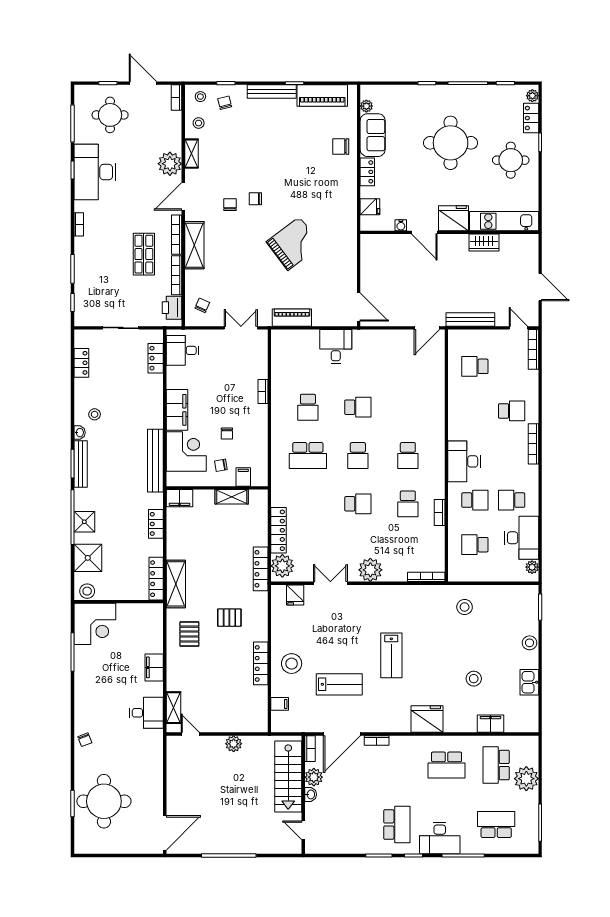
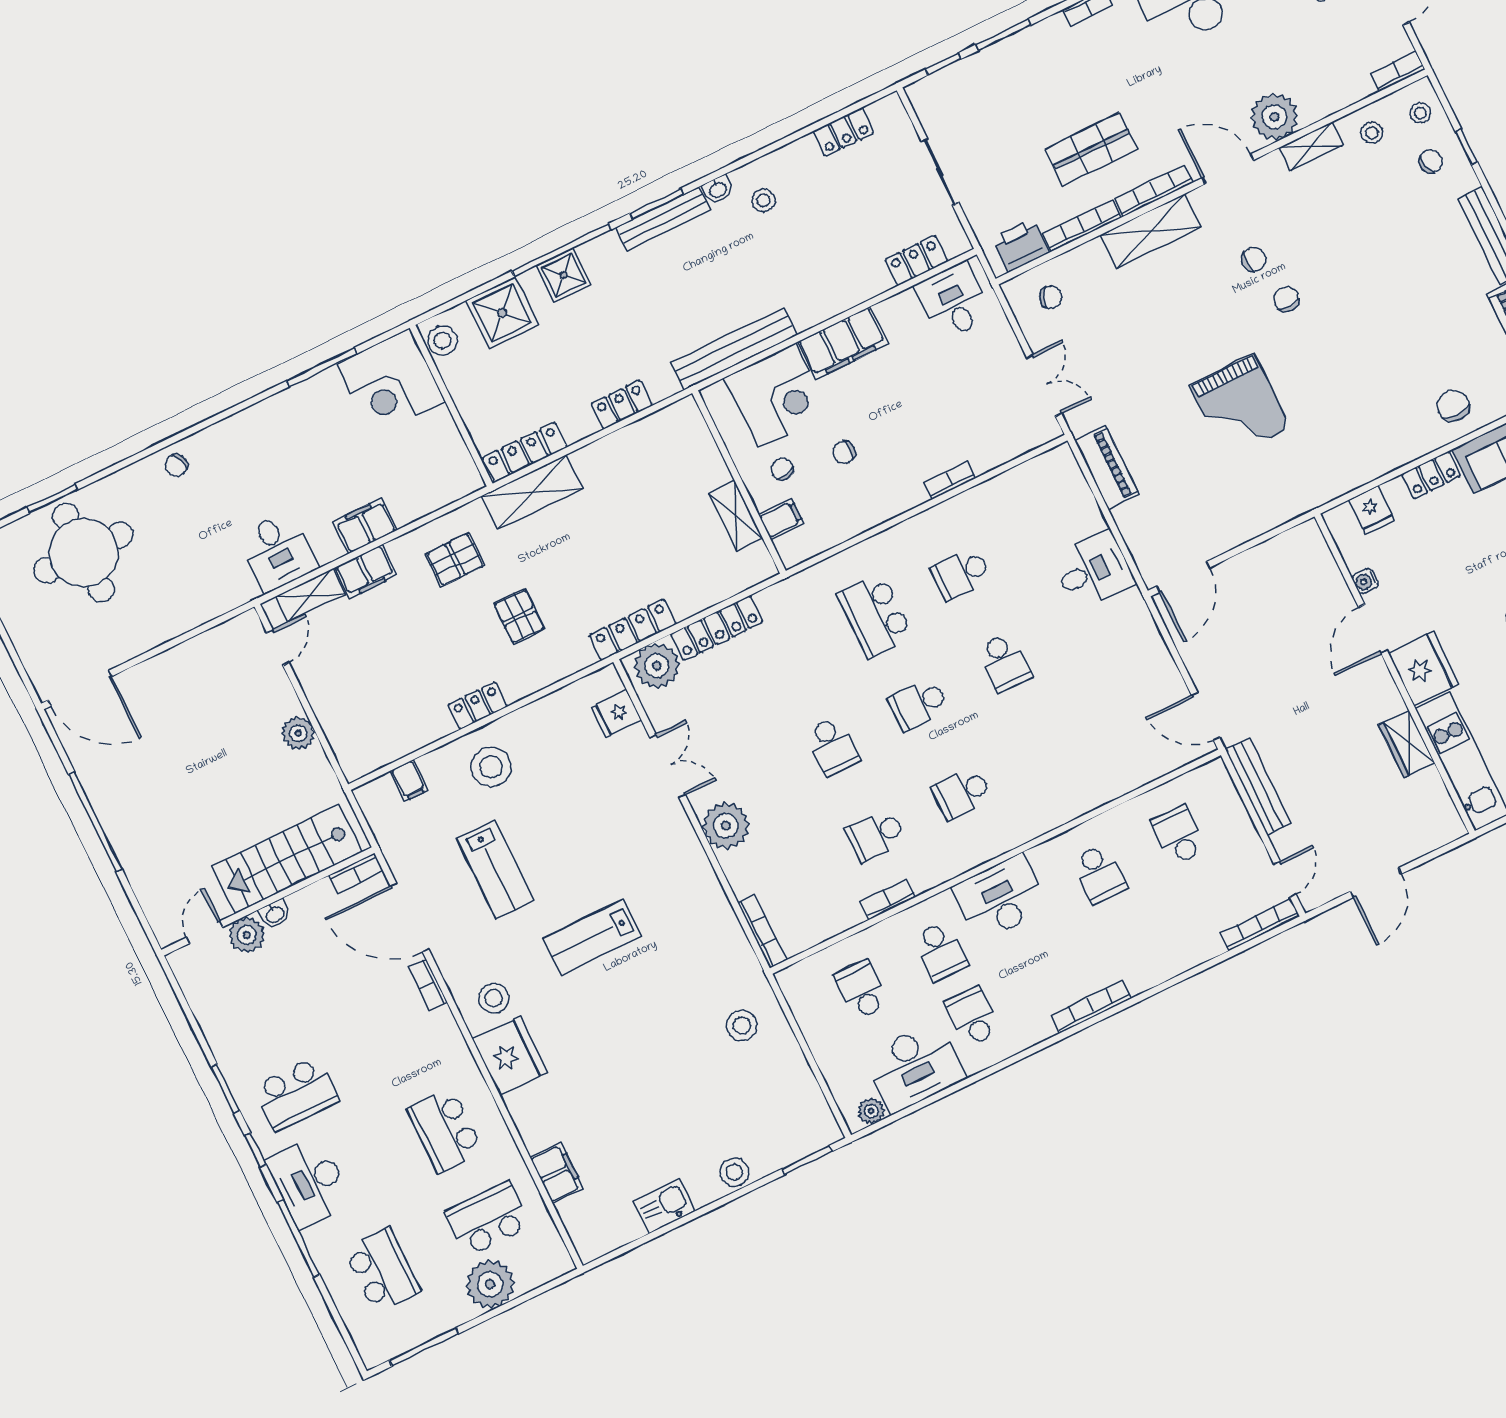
grand piano: (294, 244) -> (1240, 406), turned 37
school desk: (512, 411) -> (1099, 874), moved
filing cabinet: (179, 498) -> (366, 572), moved, turned -90
locker: (261, 663) -> (478, 706), width x0.66
stool: (474, 679) -> (494, 998), moved
plant: (314, 777) -> (247, 935), moved

